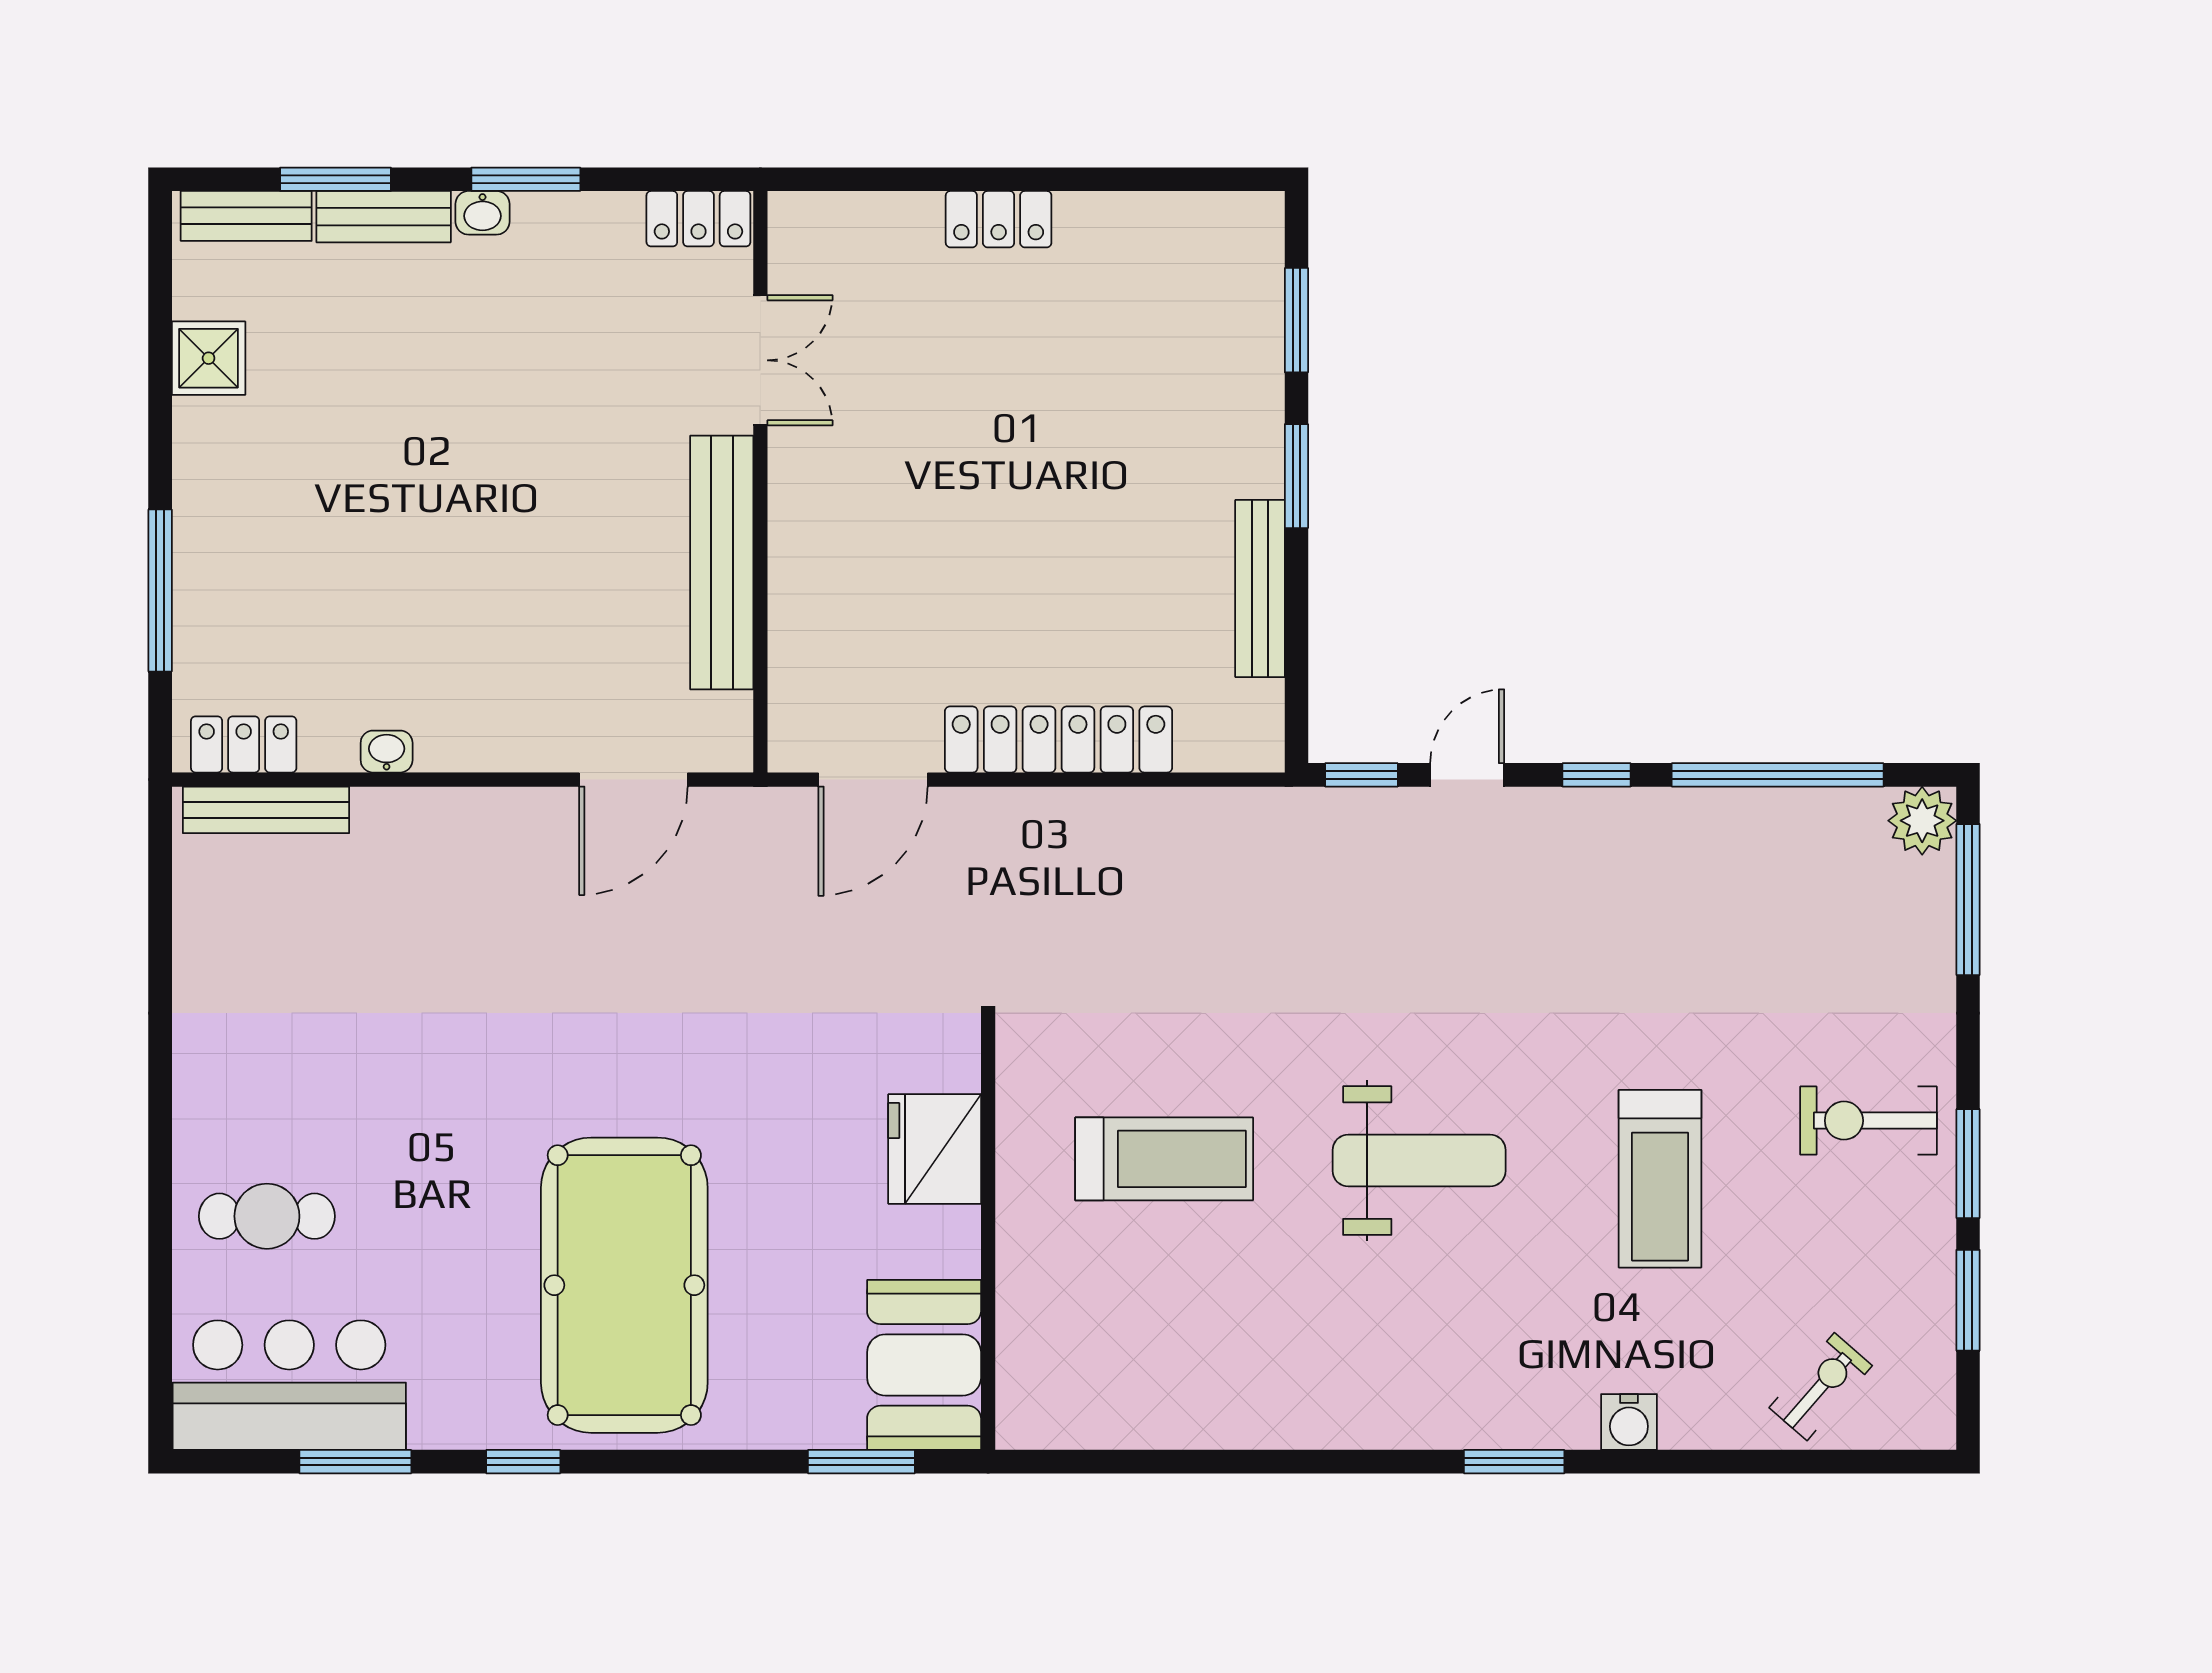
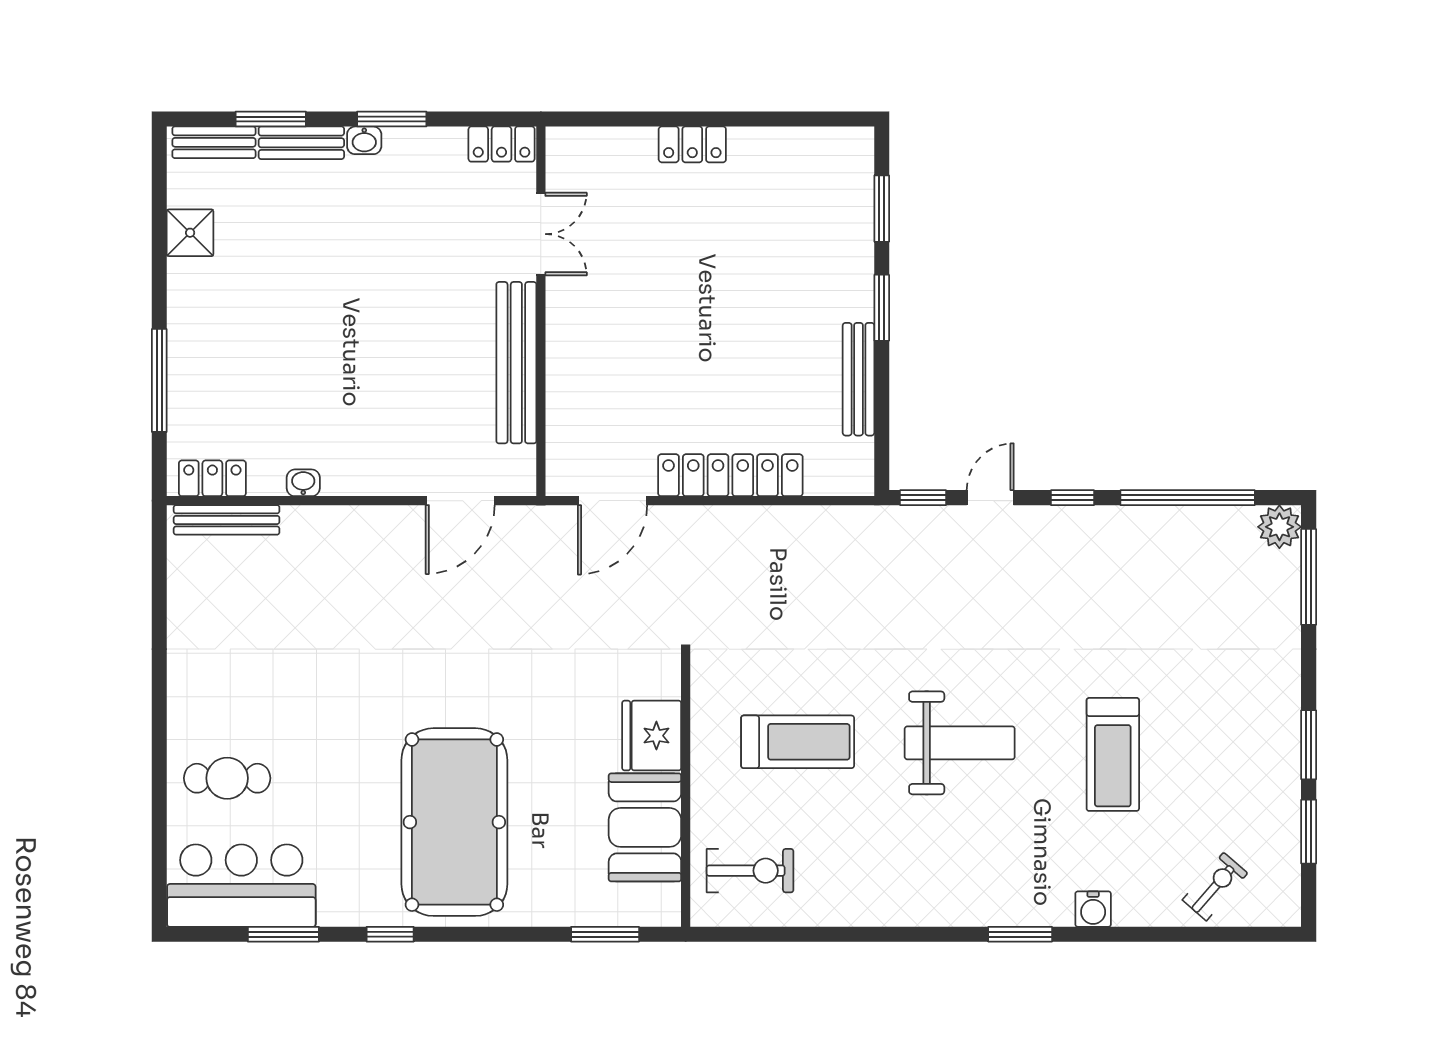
exercise bike: (1869, 1121) -> (750, 871), moved, turned 180
booth: (924, 1365) -> (645, 827), moved

